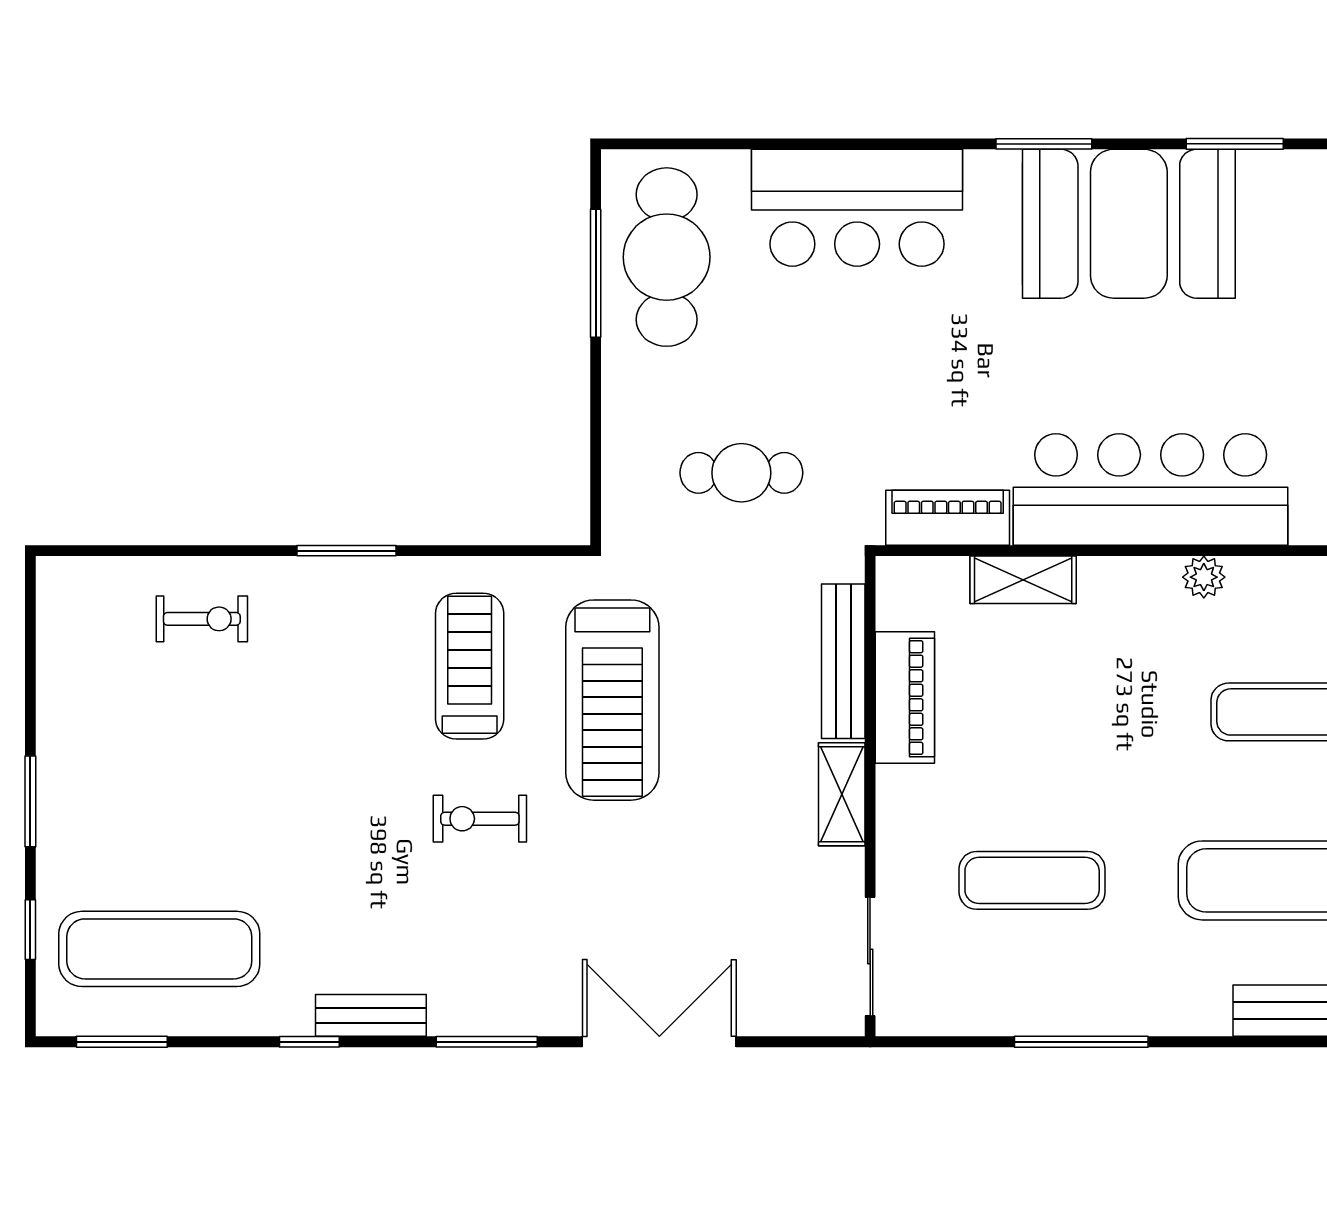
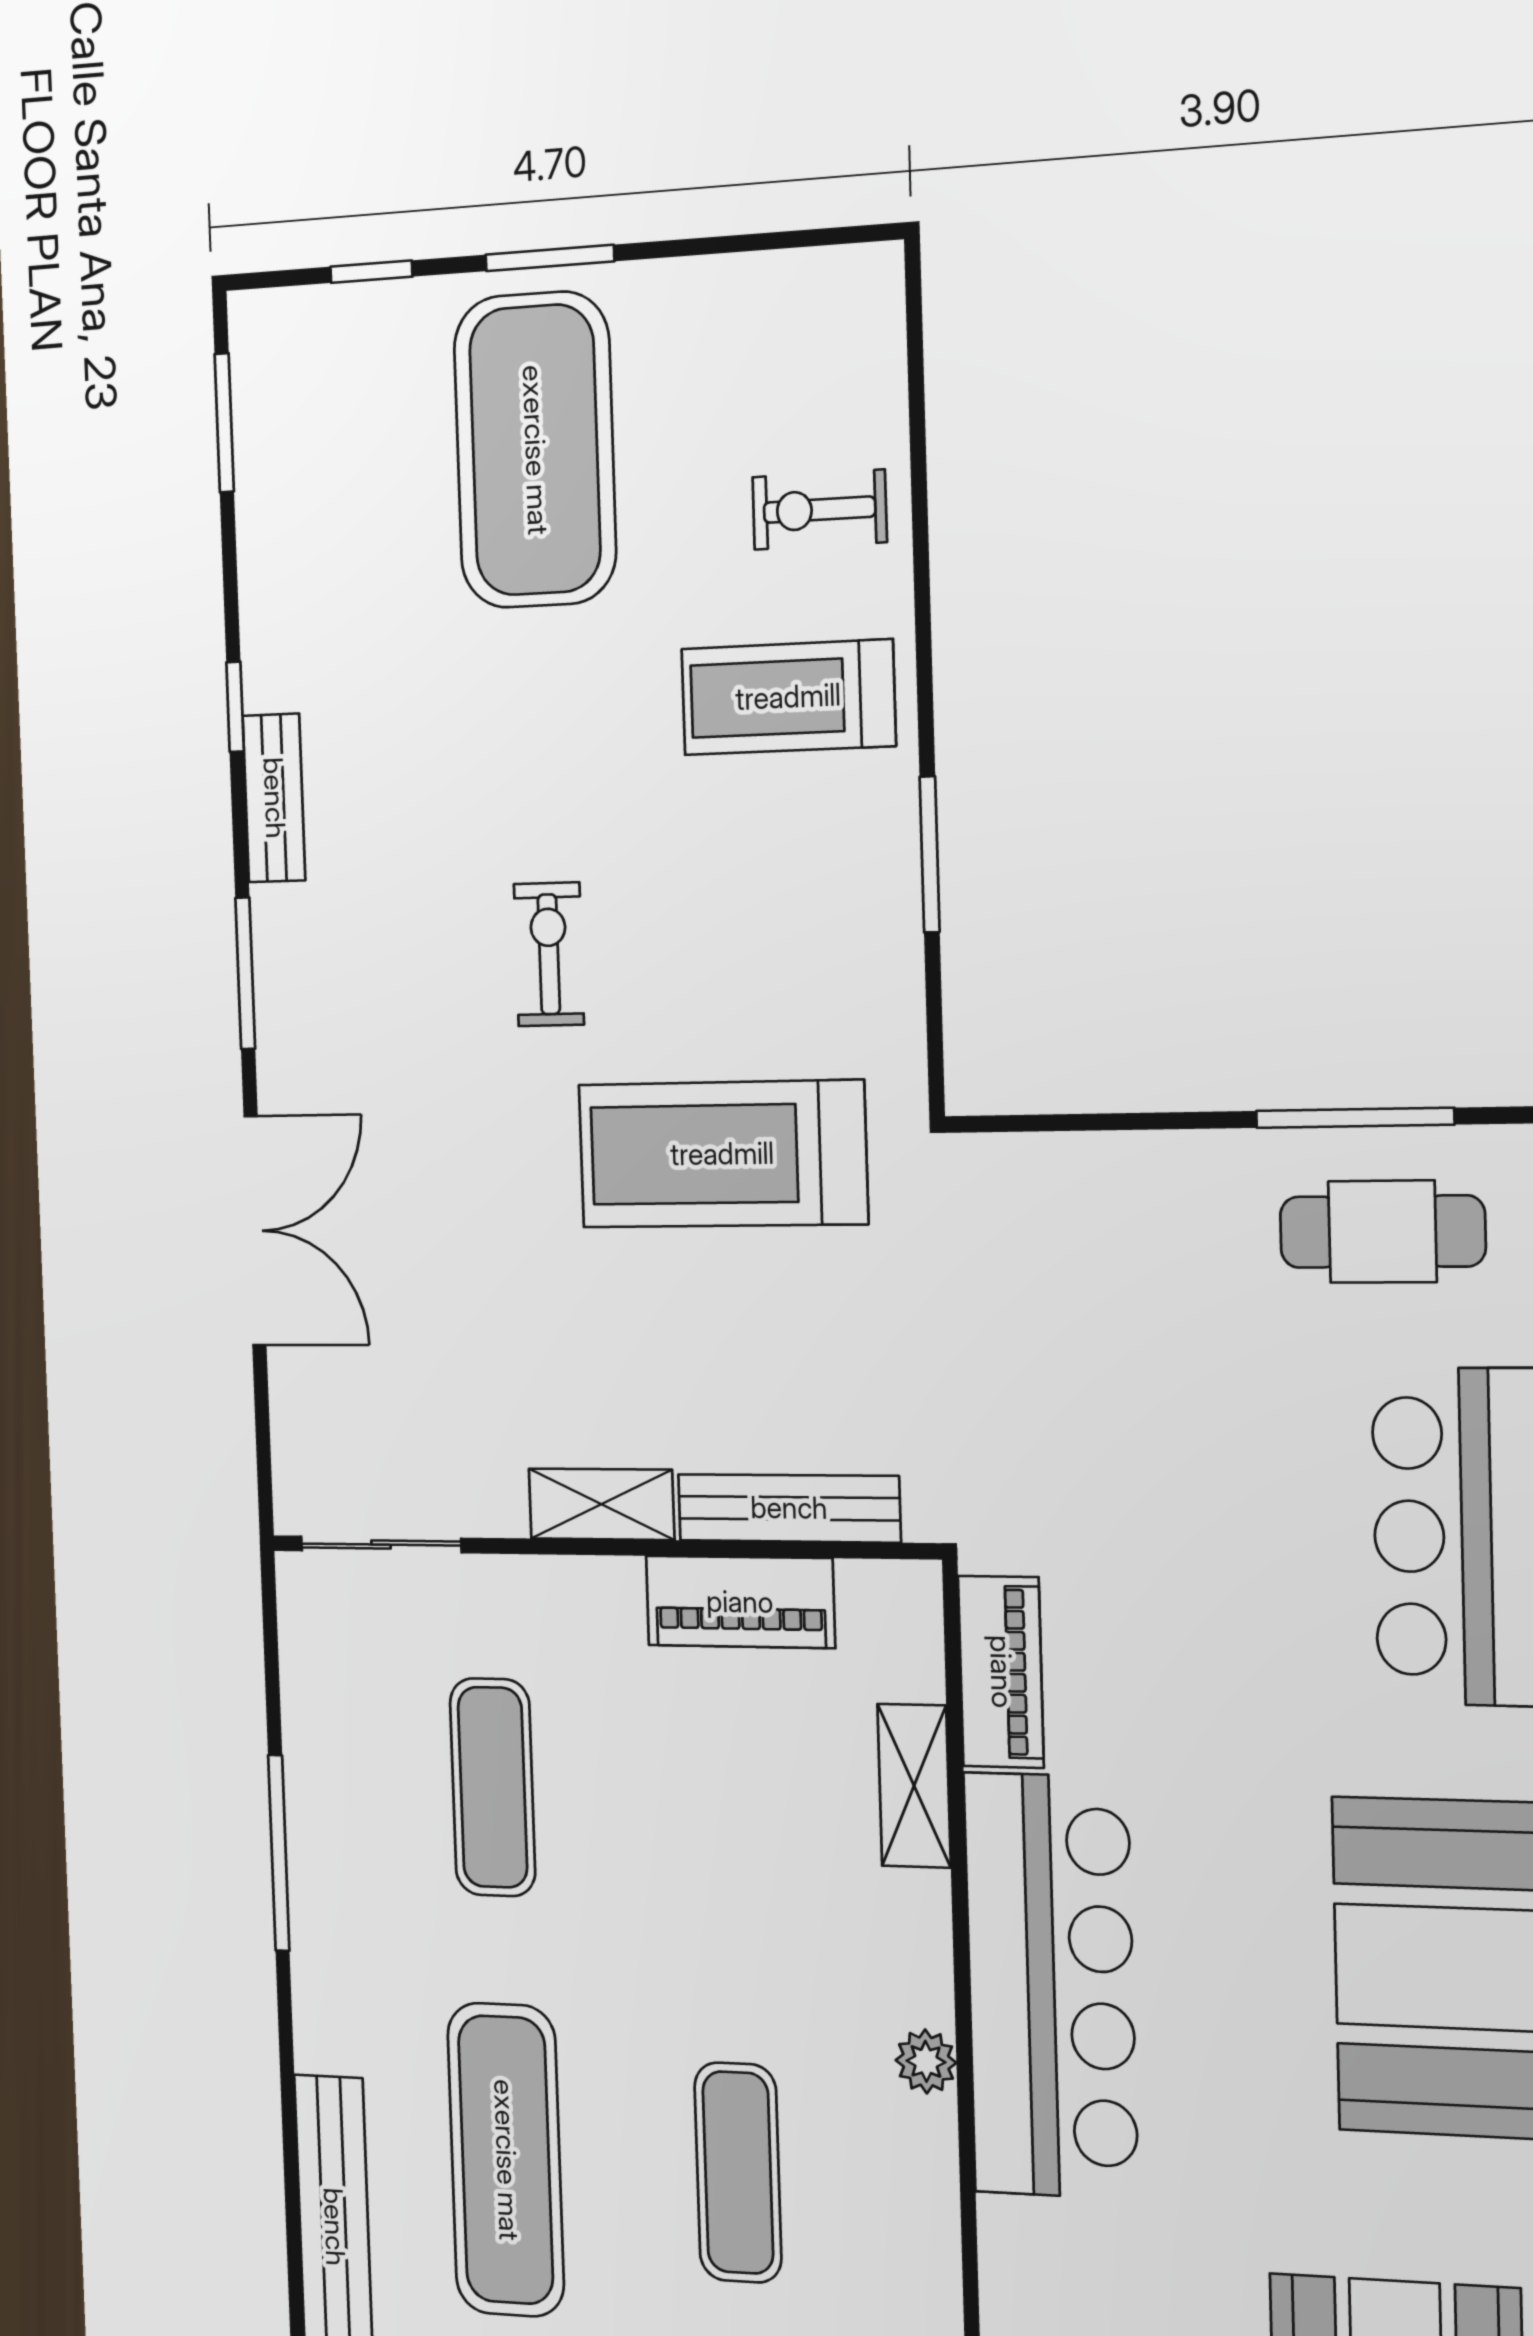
cafe table: (667, 257) -> (1382, 1232), width x0.73, depth x0.74
cafe table: (741, 473) -> (1058, 1352), removed
window: (347, 551) -> (930, 854), moved
exercise bike: (202, 619) -> (819, 510), turned 90
treadmill: (470, 666) -> (788, 697), moved, turned 180
exercise mat: (159, 949) -> (535, 450), moved, width x1.47

